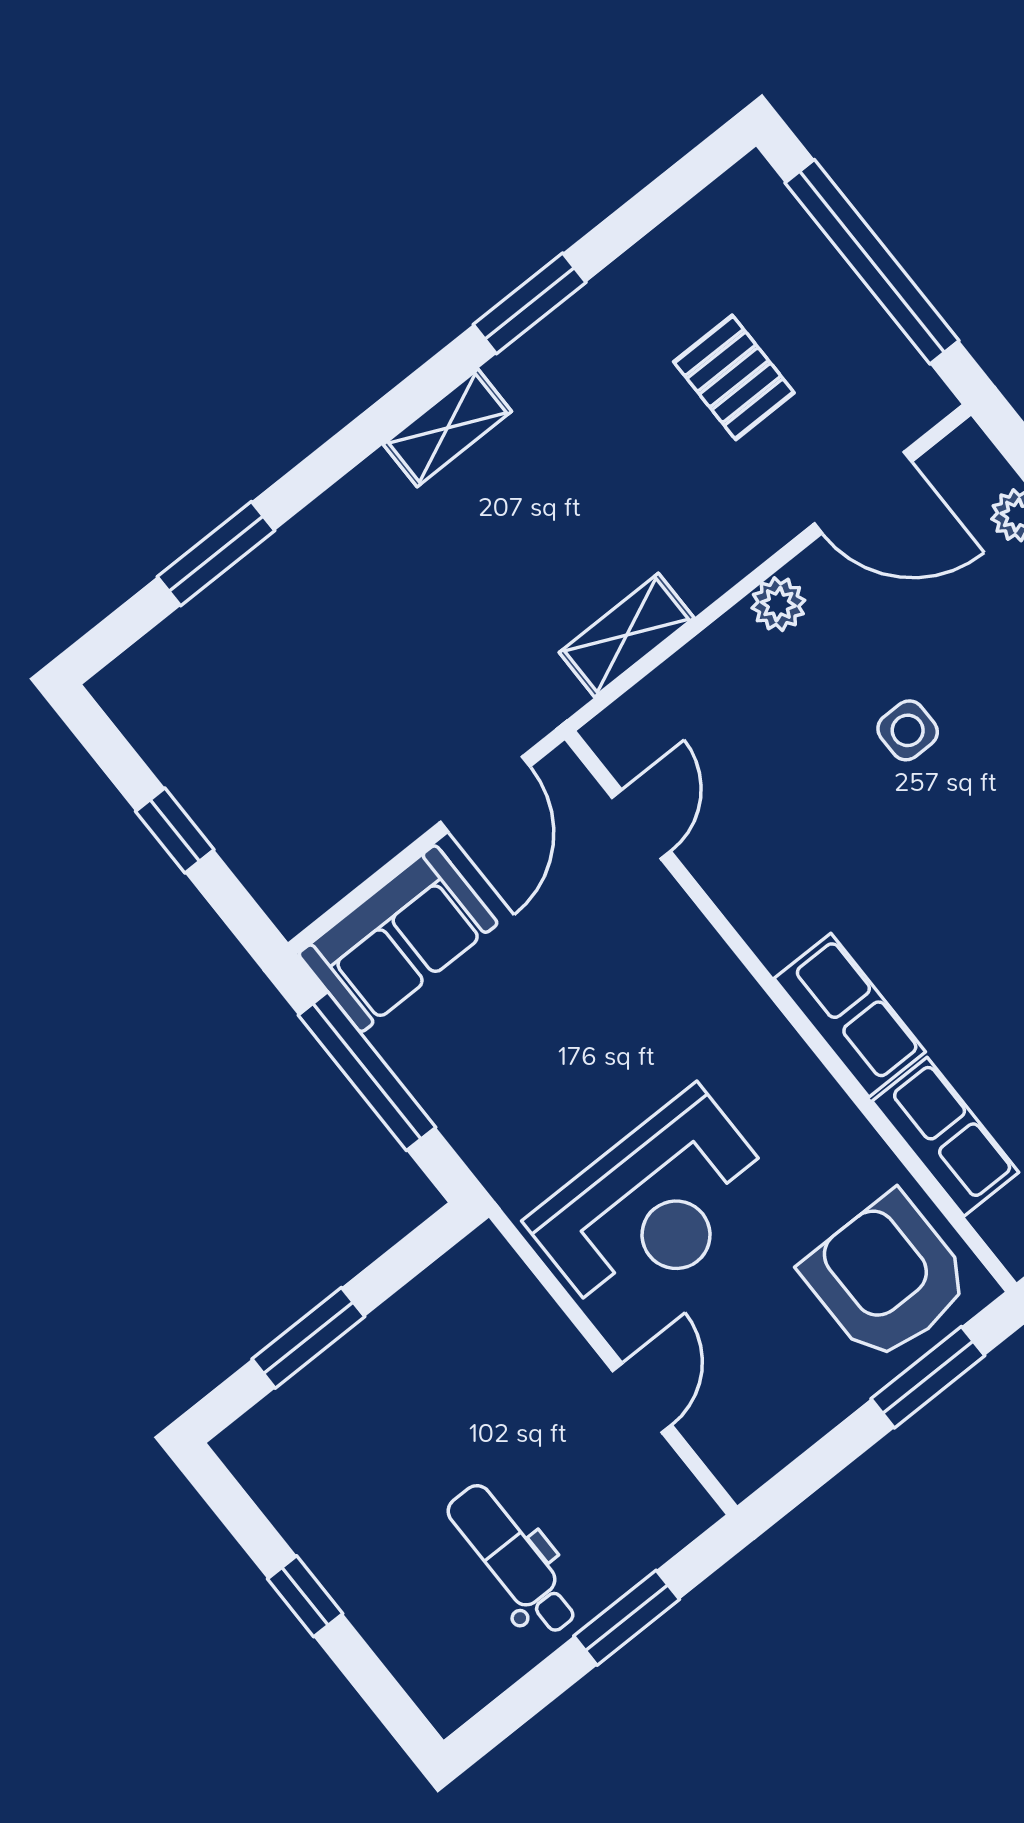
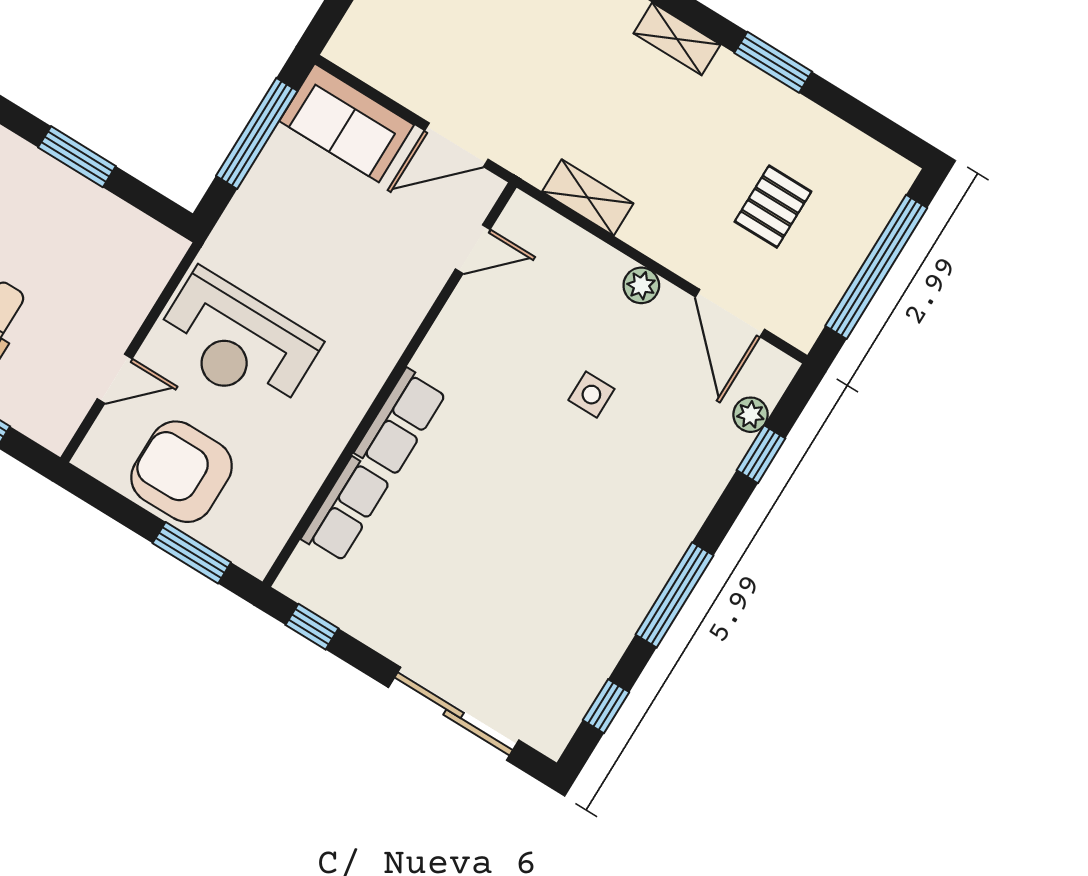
armchair: (887, 1278) -> (182, 472), moved, turned -90

